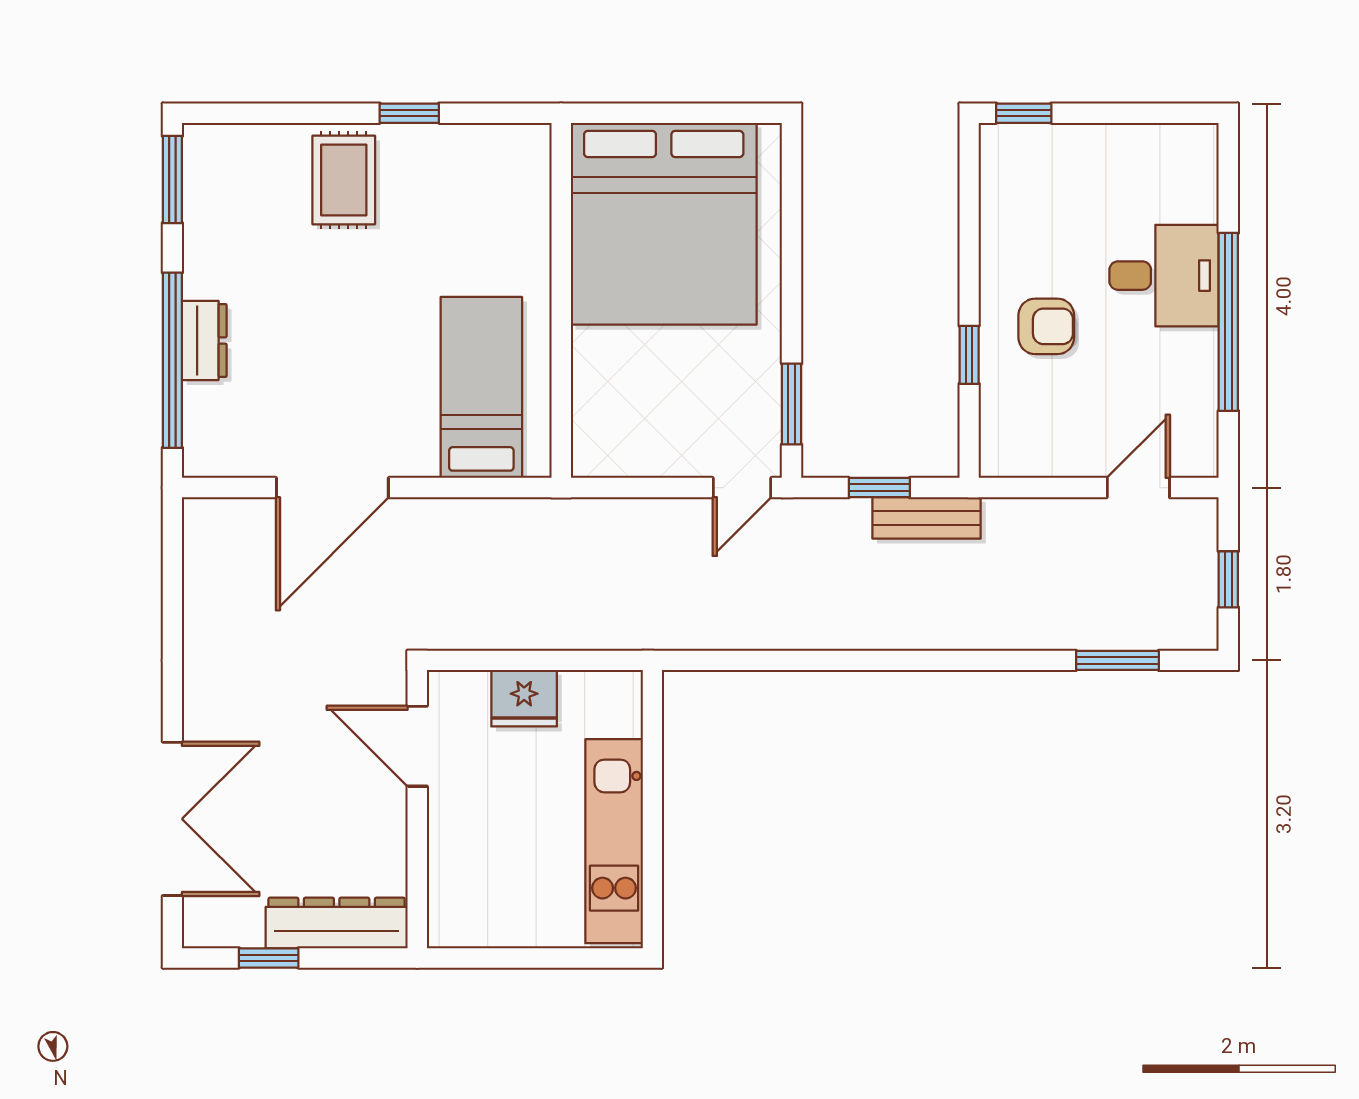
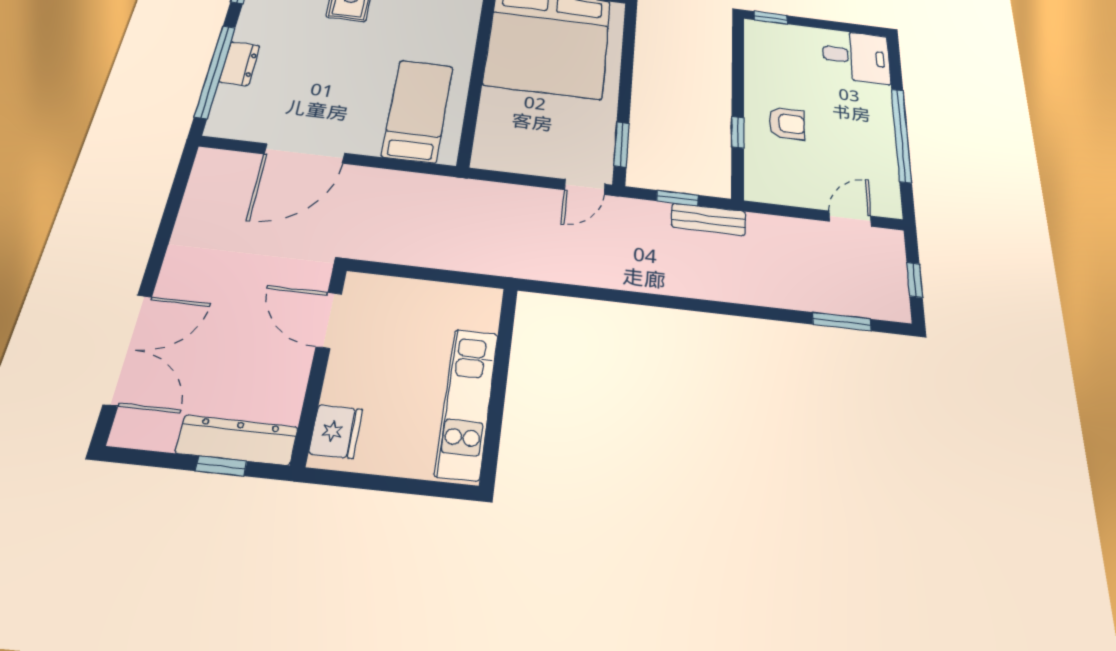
desk: (1164, 276) -> (856, 56), moved
fridge: (524, 698) -> (336, 431), moved, turned -90
window: (269, 958) -> (221, 466), moved

